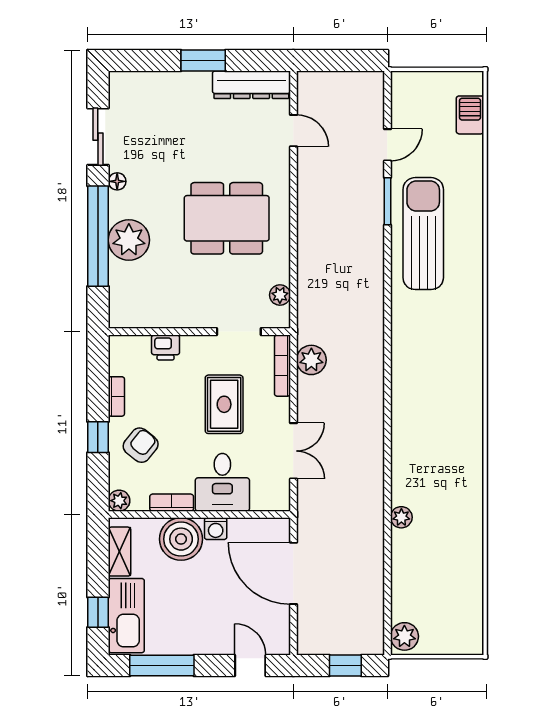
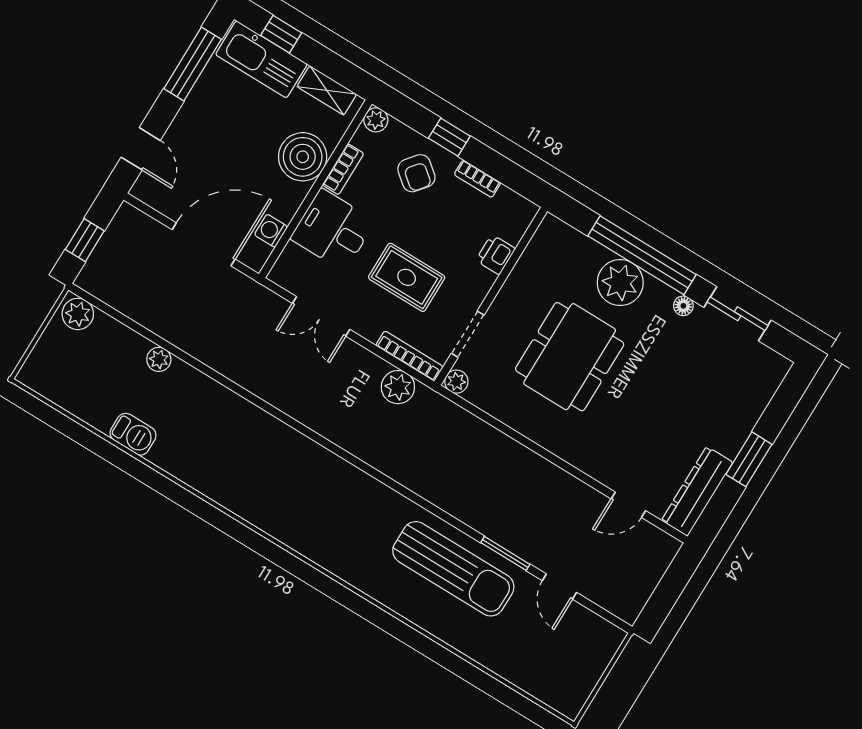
barbecue: (470, 115) -> (133, 434), moved
dining table: (227, 218) -> (570, 357), moved
plant: (280, 295) -> (456, 382), moved
plant: (401, 517) -> (159, 359), moved
washing machine: (216, 529) -> (271, 231), moved
door: (250, 665) -> (141, 149), hinge flipped

